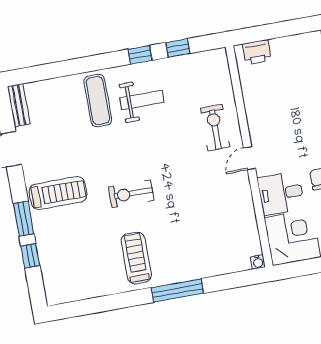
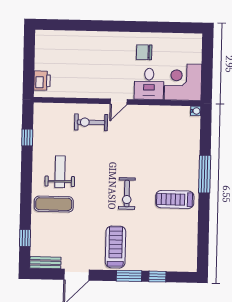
window: (140, 55) -> (25, 238), moved
door: (250, 158) -> (119, 102), hinge flipped

